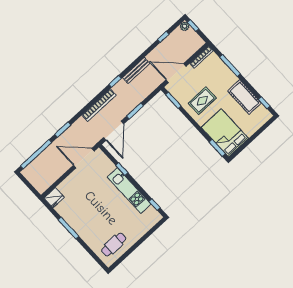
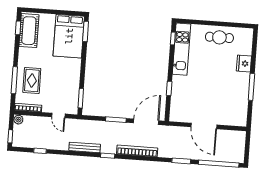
plant: (185, 26) -> (18, 120), moved
door: (176, 73) -> (58, 115), width x0.53
cot: (244, 97) -> (29, 31), moved
rug: (202, 101) -> (32, 80), moved, turned 90
door: (84, 158) -> (204, 126), moved
kitchen unit: (129, 191) -> (182, 49), moved
fridge: (54, 198) -> (244, 64), moved, turned -90
cafe table: (114, 245) -> (219, 37), moved

